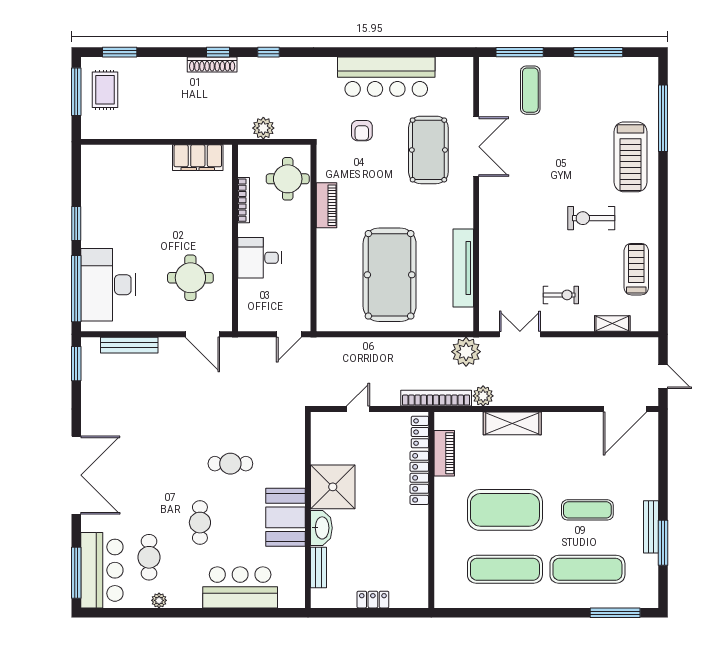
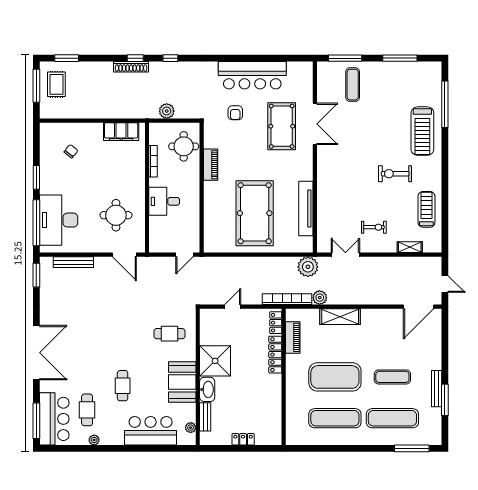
chair: (126, 186) -> (71, 151), added
cafe table: (230, 464) -> (169, 334), moved
plant: (298, 583) -> (191, 428), added

